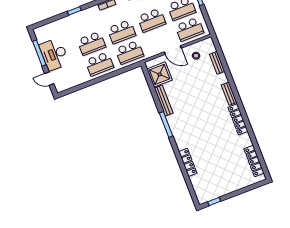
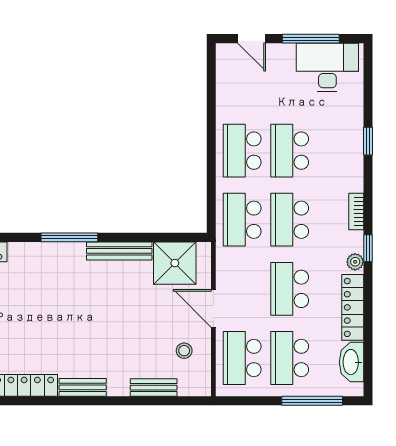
door: (173, 50) -> (213, 308), hinge flipped
desk: (54, 54) -> (327, 67), moved
door: (49, 79) -> (252, 39), swing flipped

